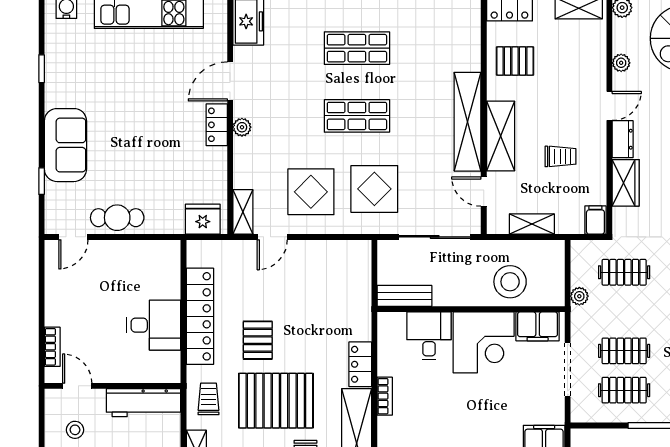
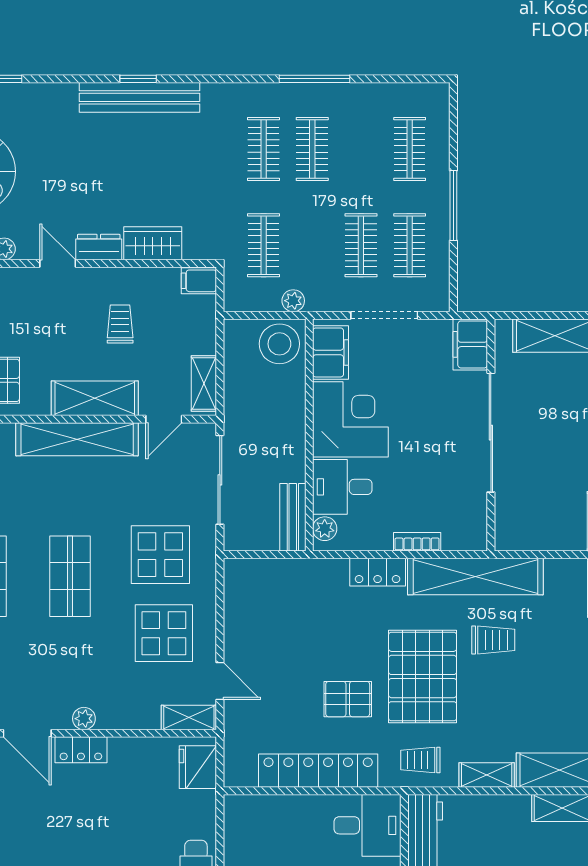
shelving: (532, 224) -> (204, 383), moved
stool: (510, 282) -> (279, 344), moved
plant: (395, 322) -> (325, 529), added
desk: (154, 325) -> (367, 825), moved, turned 90

